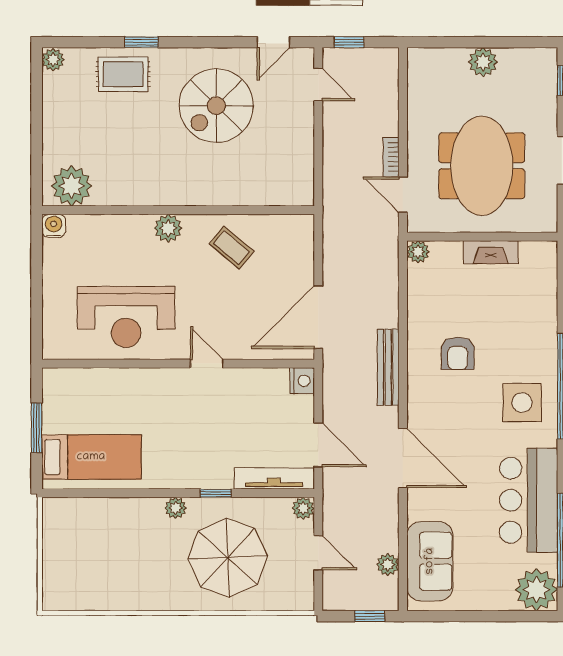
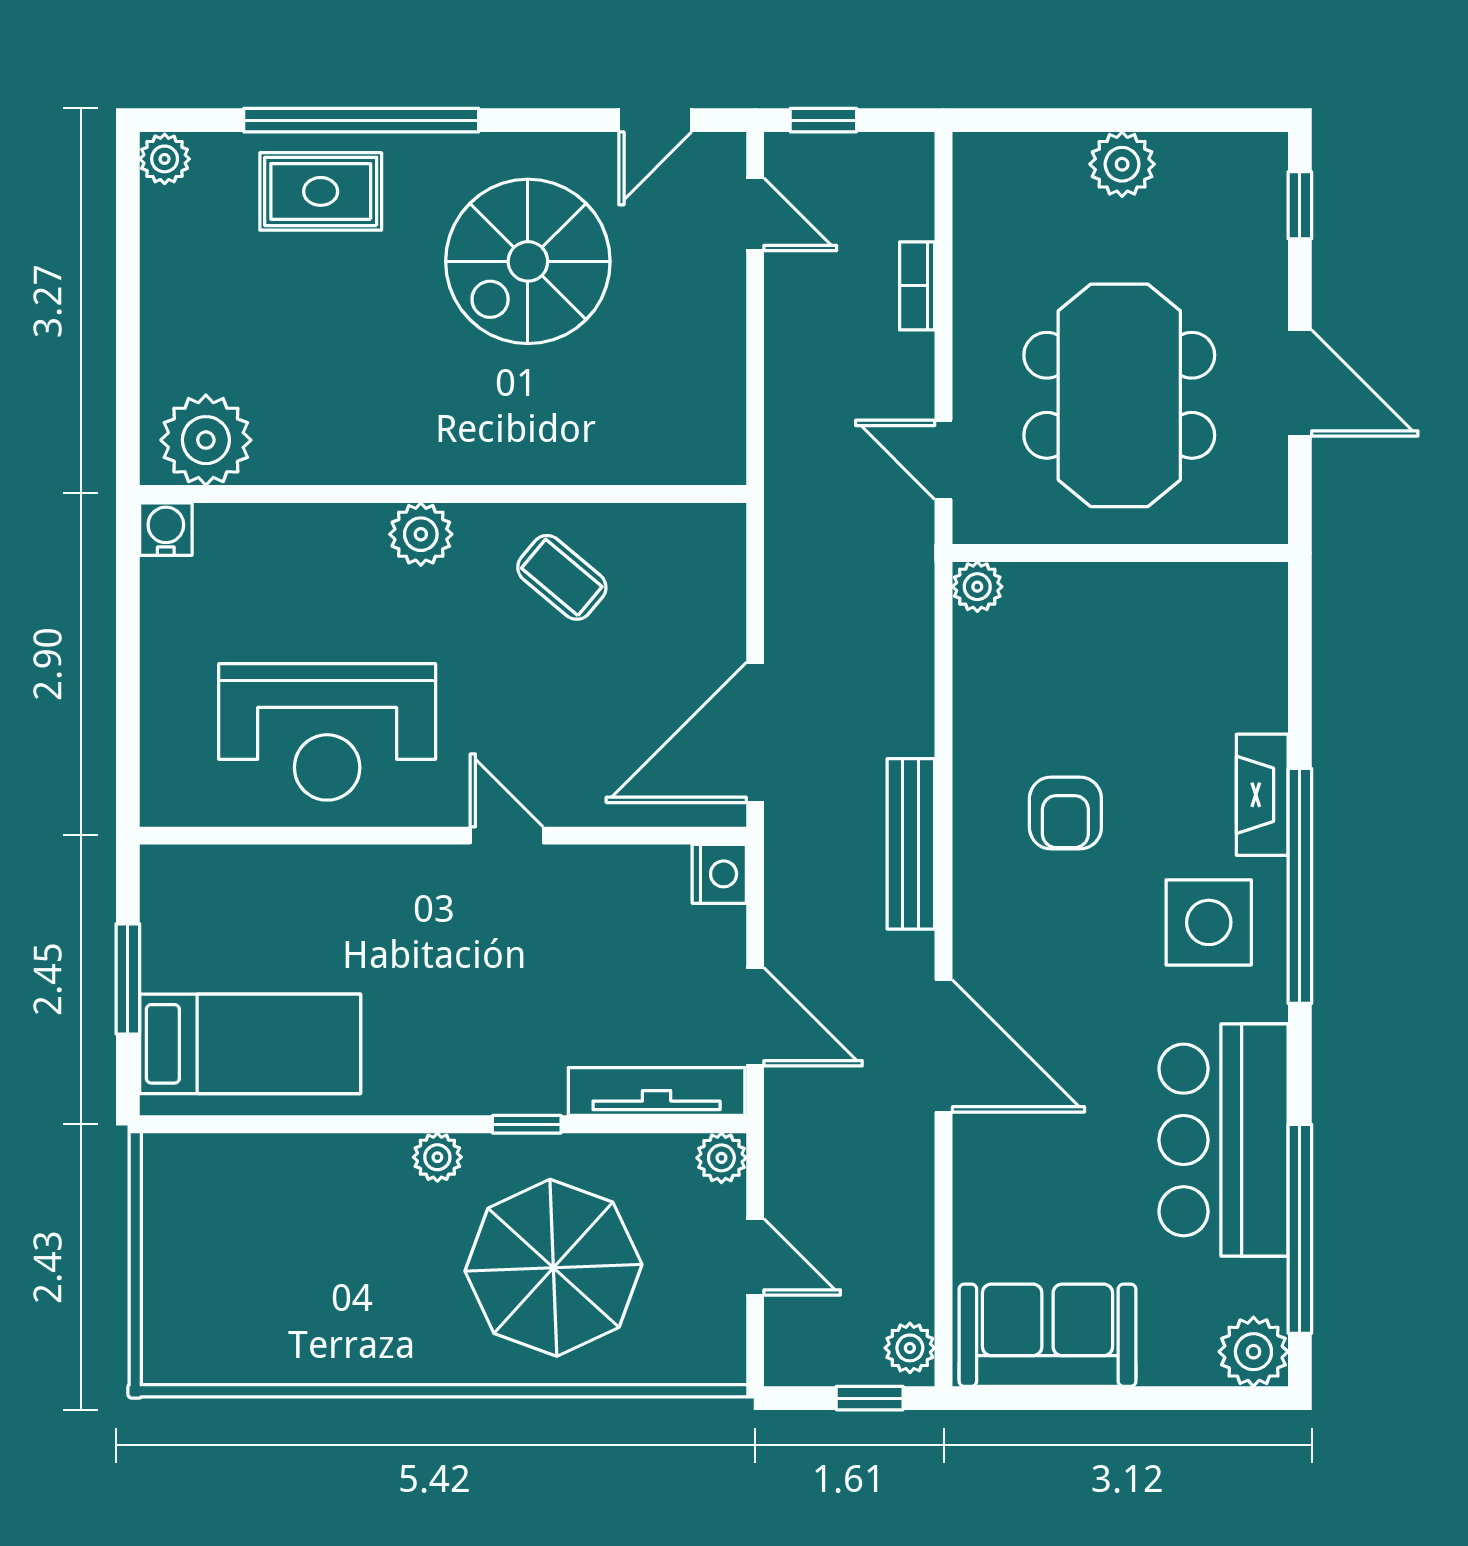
window: (141, 42) -> (361, 120), width x3.17
bookcase: (391, 157) -> (917, 286), moved
fireplace: (491, 252) -> (1262, 795), moved, turned 90
sofa: (430, 561) -> (1047, 1335), moved, turned -90
plant: (388, 564) -> (910, 1348), moved
plant: (536, 590) -> (1253, 1352), width x0.73, depth x0.73

